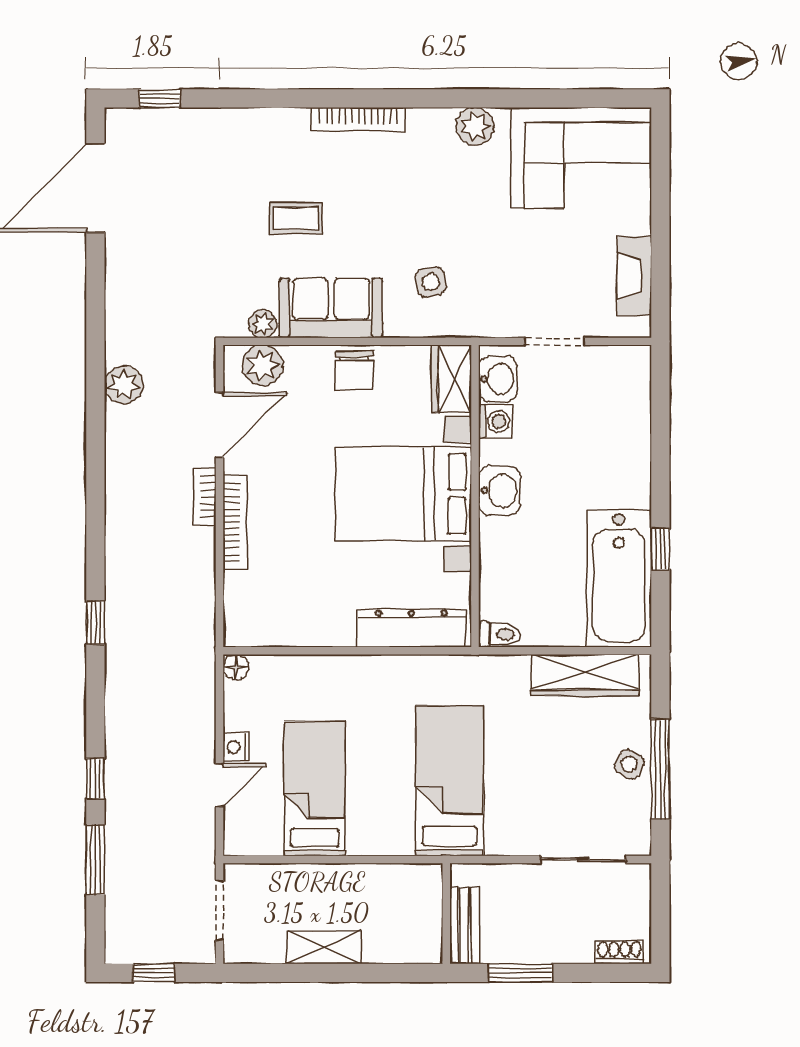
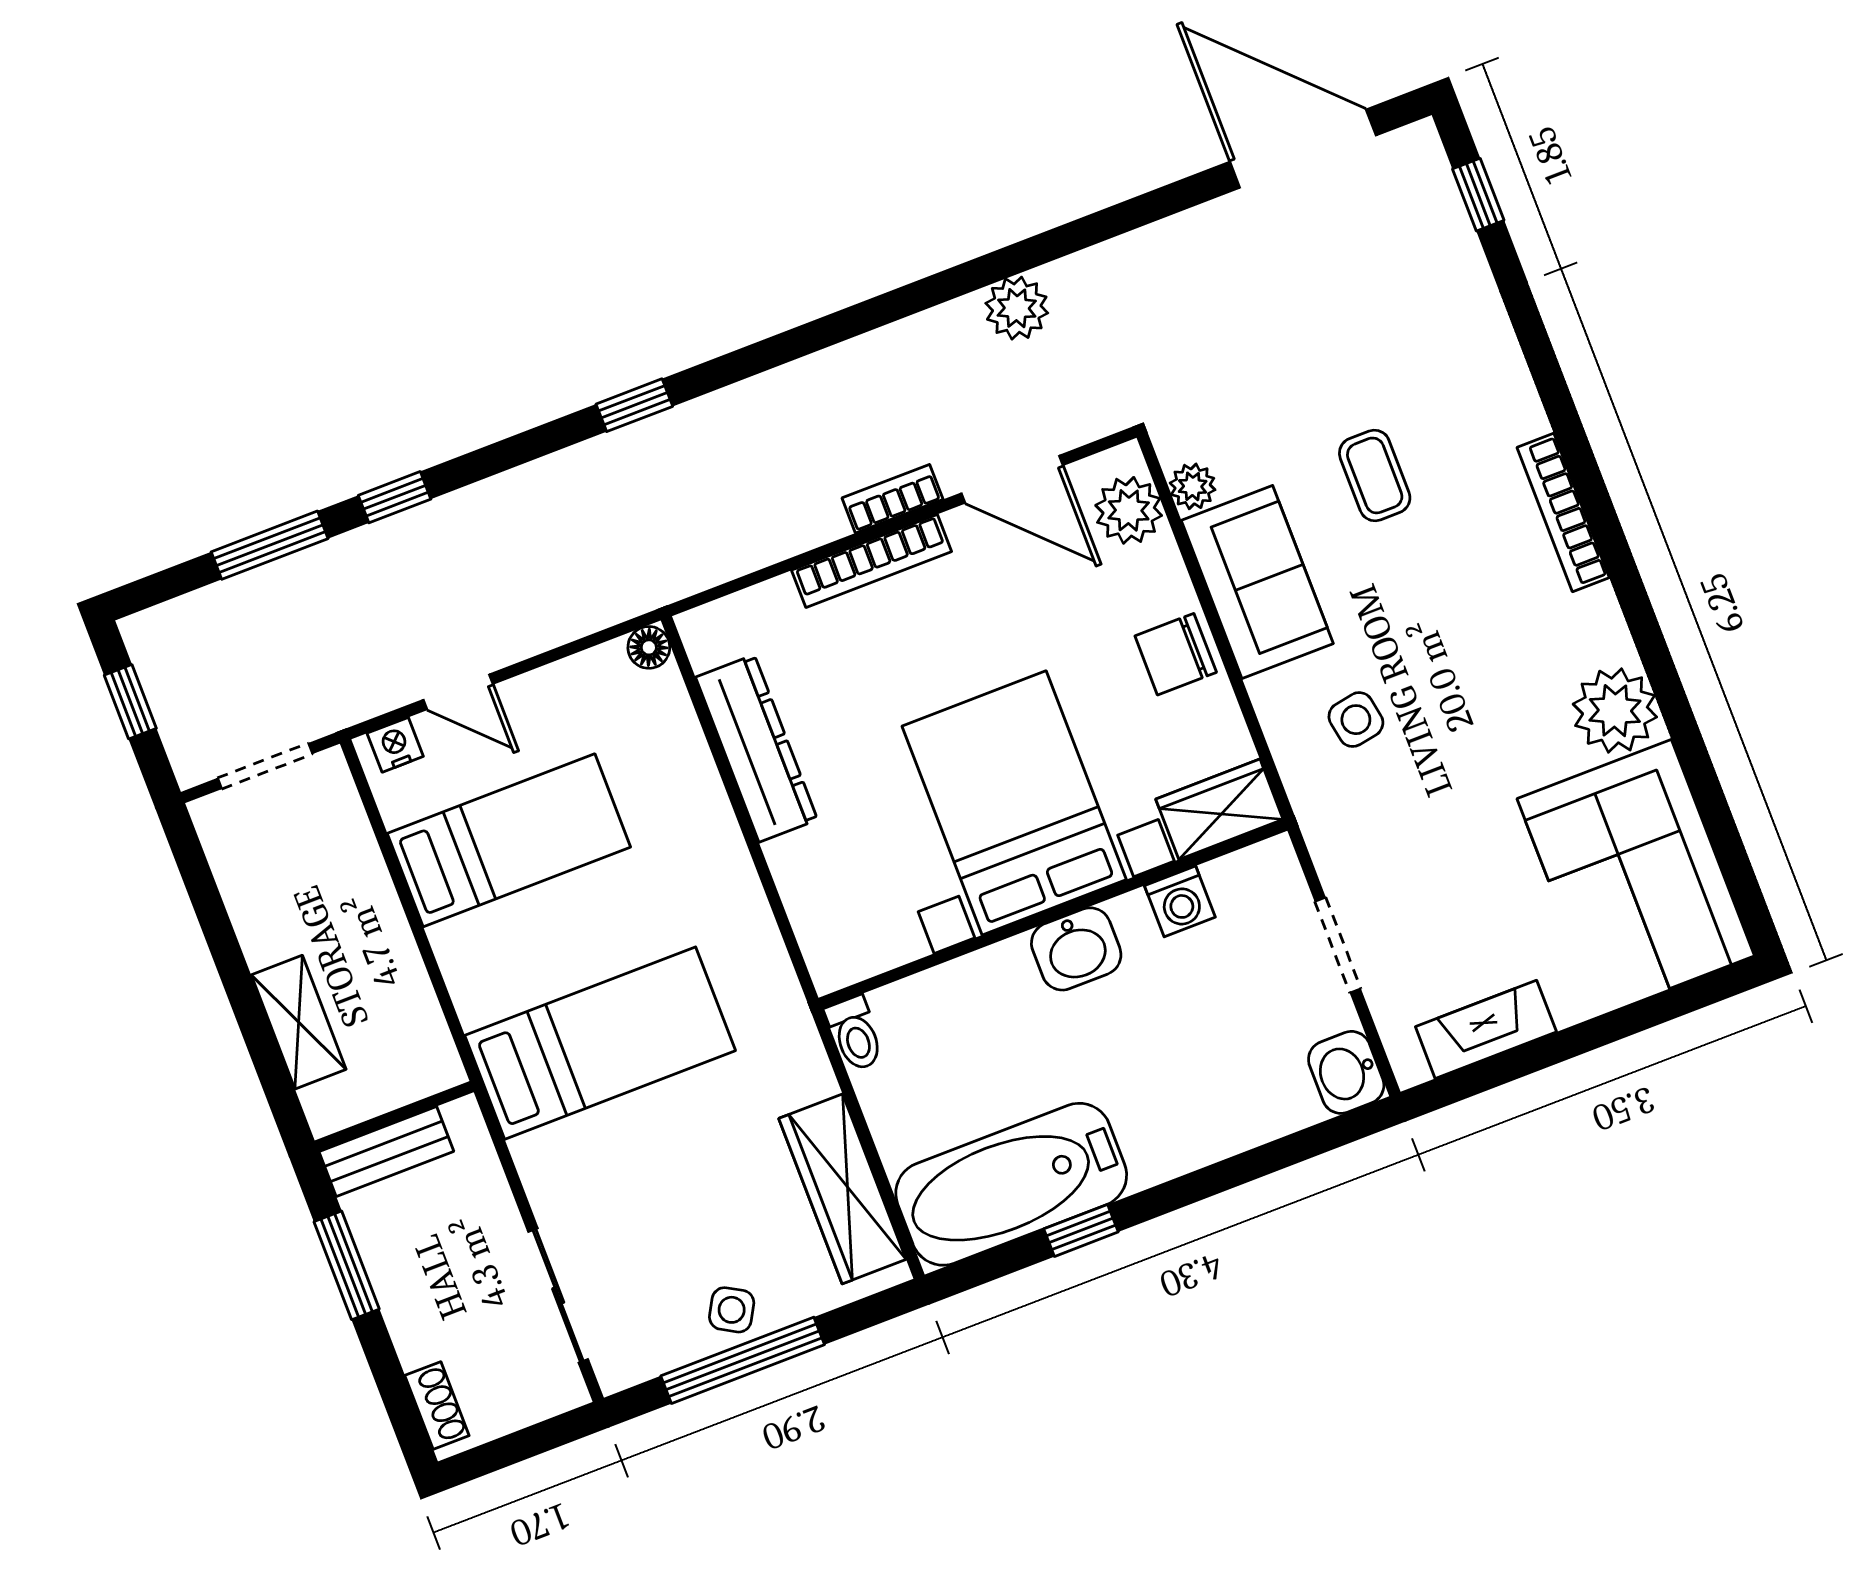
plant: (475, 126) -> (1615, 711), width x1.36, depth x1.36
washbasin: (498, 379) -> (1346, 1072), moved, turned 90
dresser: (411, 628) -> (757, 748), moved
nightstand: (236, 747) -> (395, 745), moved
shelving: (324, 947) -> (299, 1022), moved

